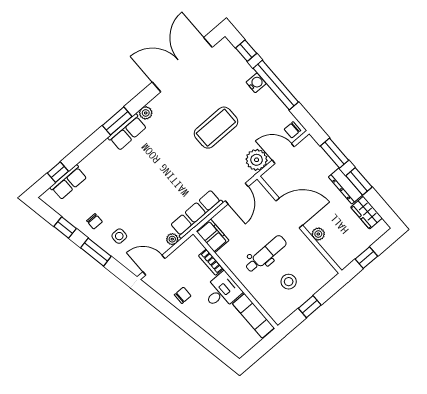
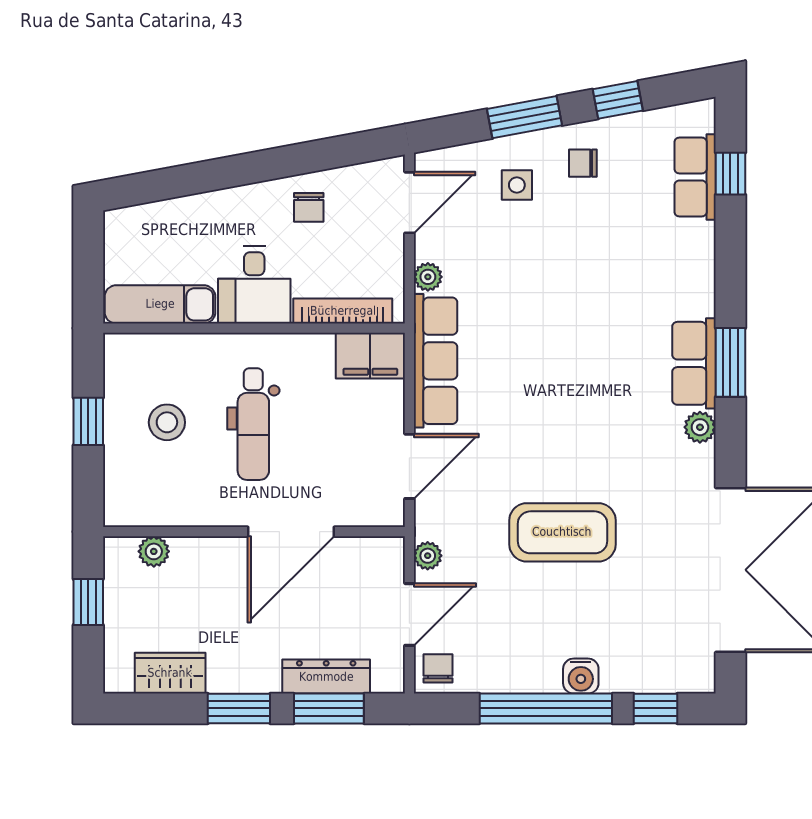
coffee table: (216, 128) -> (562, 532), turned 90
plant: (257, 160) -> (428, 556), width x0.53, depth x0.53
dresser: (345, 186) -> (326, 677), moved
door: (237, 194) -> (409, 466), swing flipped
plant: (318, 234) -> (154, 551), moved
bookcase: (211, 262) -> (343, 311), width x1.56

